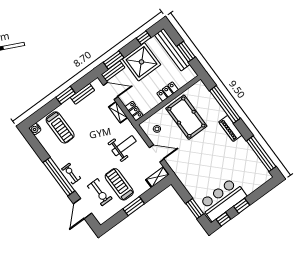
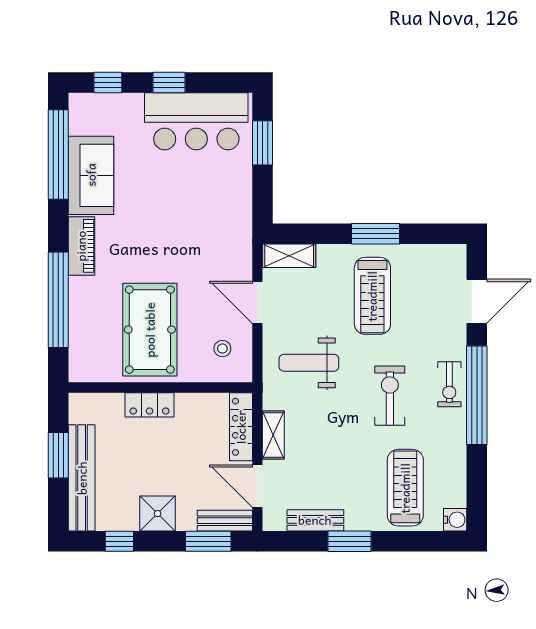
shower: (141, 62) -> (158, 514), width x0.54, depth x0.54
locker: (134, 111) -> (241, 427), width x1.53
sofa: (245, 155) -> (91, 175), added
exercise bike: (100, 192) -> (390, 396), moved
window: (223, 219) -> (108, 82), moved

